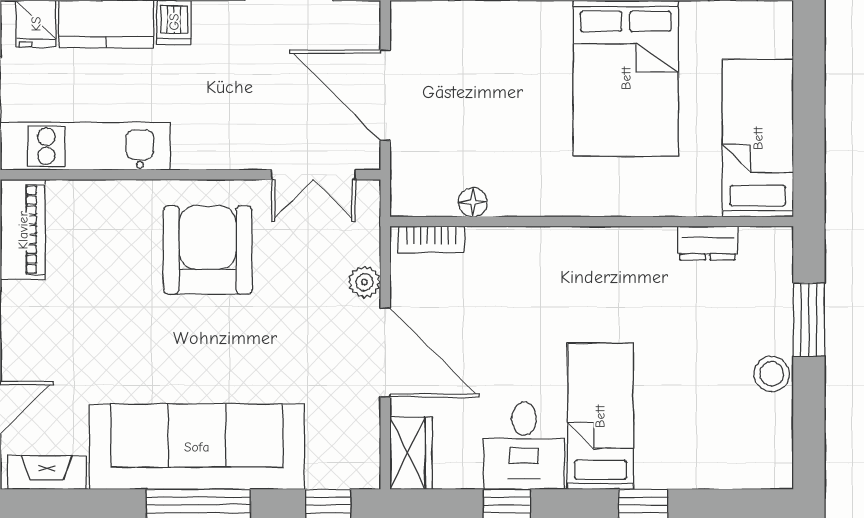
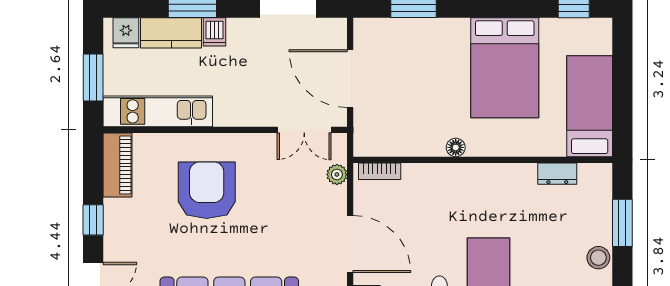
floor lamp: (473, 202) -> (456, 147), moved
armchair: (208, 250) -> (207, 190), moved
plant: (364, 282) -> (337, 174), moved

